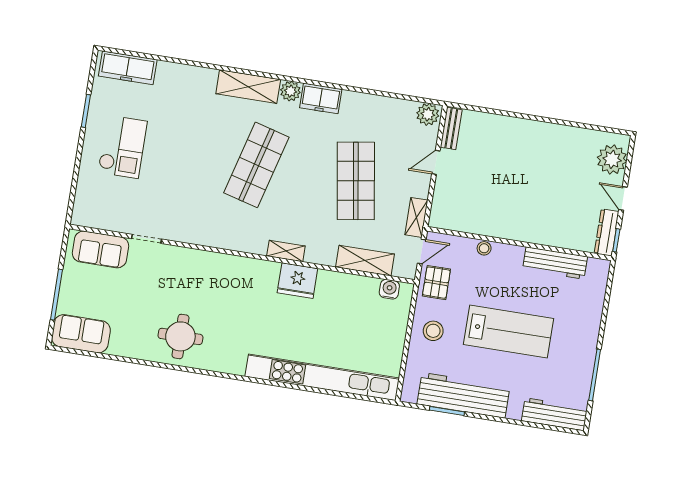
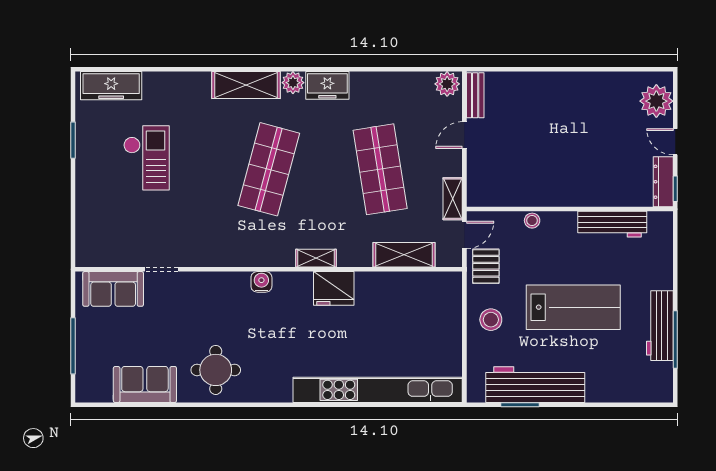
checkout: (122, 147) -> (146, 158), moved
water cooler: (389, 289) -> (261, 282), moved
sofa: (81, 334) -> (145, 384), moved
workbench: (554, 414) -> (660, 326), moved, turned -90

